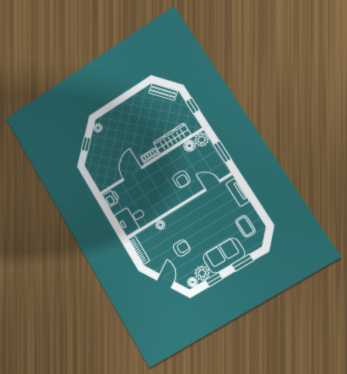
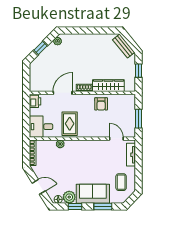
plant: (202, 140) -> (129, 100), removed
floor lamp: (189, 146) -> (118, 99), removed
armchair: (181, 179) -> (101, 104), moved
rug: (157, 199) -> (70, 124), added
armchair: (182, 248) -> (65, 170), removed
door: (165, 281) -> (39, 187), hinge flipped

